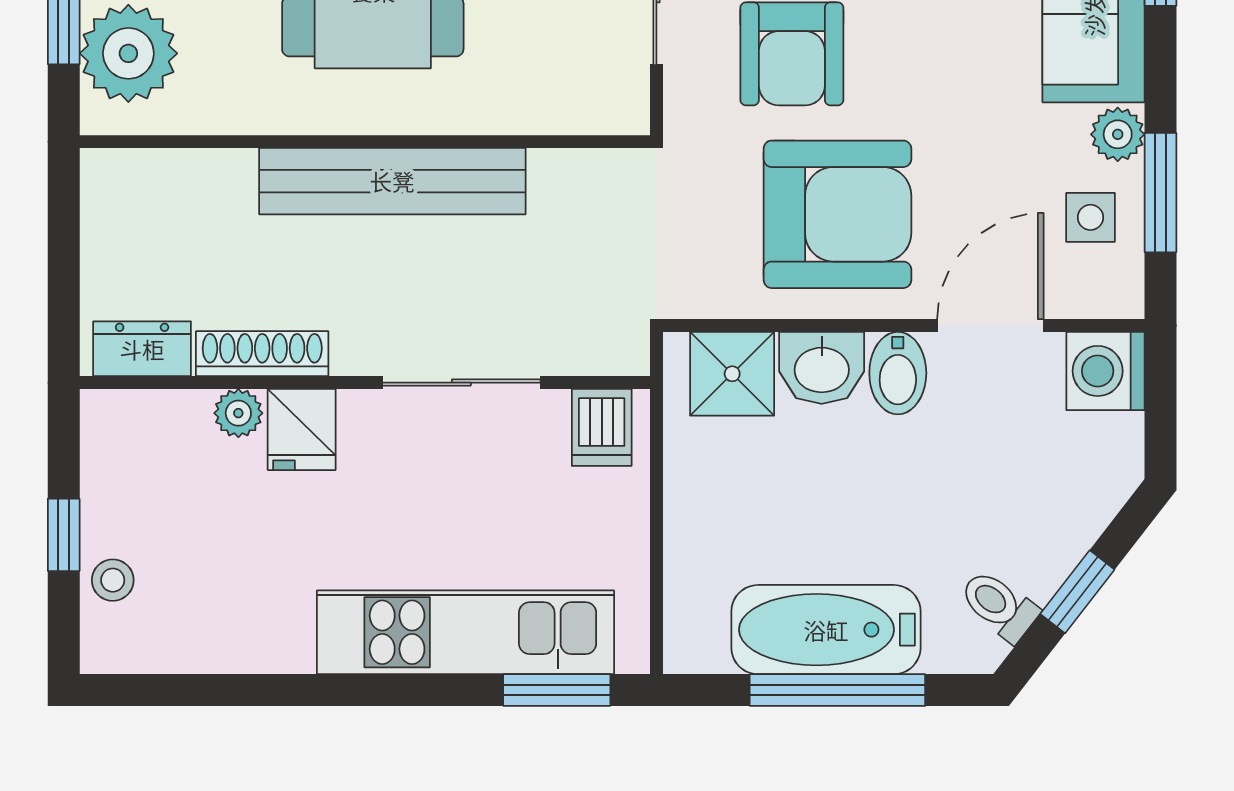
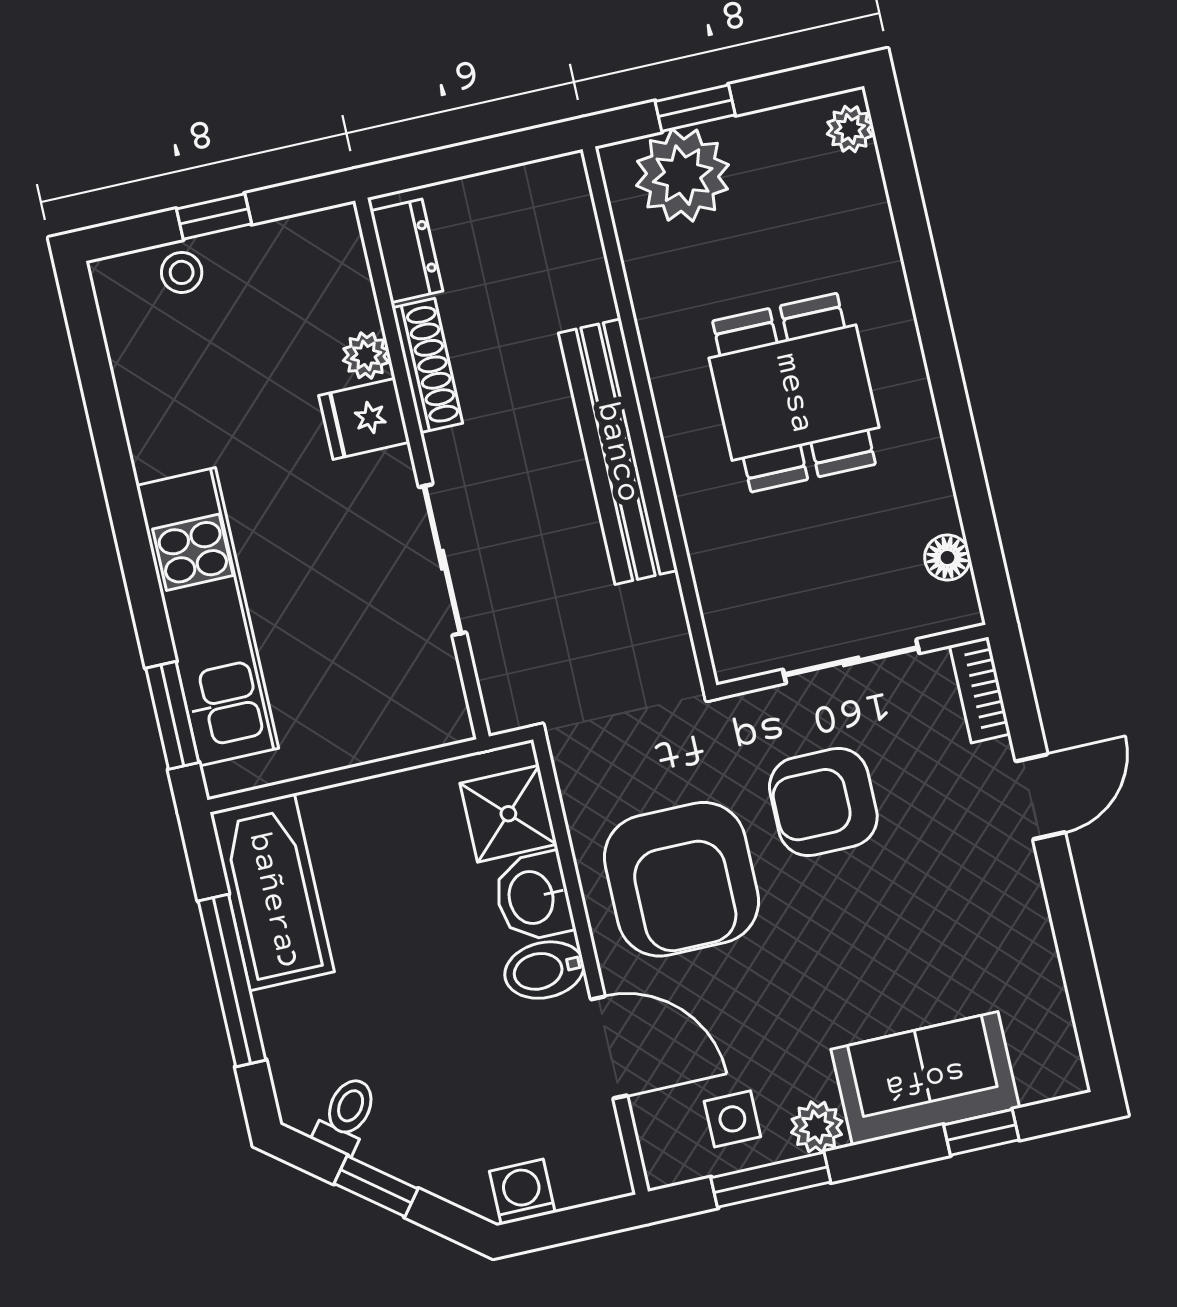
washing machine: (1105, 371) -> (522, 1192), moved, width x0.73, depth x0.73
dishwasher: (602, 427) -> (430, 702), removed
bathtub: (826, 630) -> (272, 892), moved

